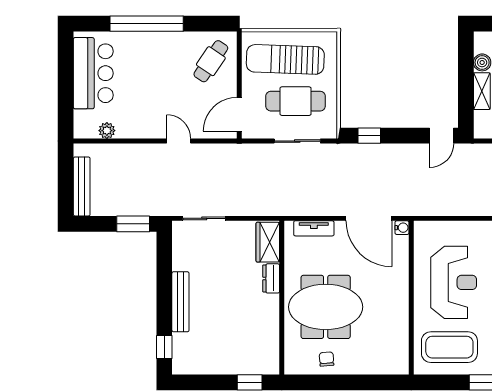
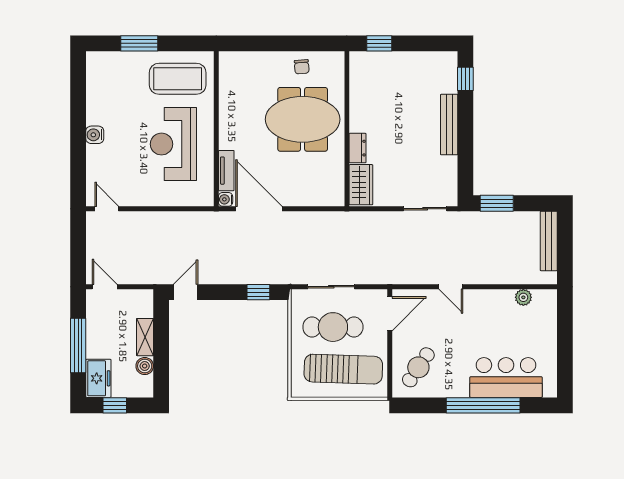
bar counter: (93, 73) -> (506, 377), moved, turned 90
tv unit: (314, 228) -> (226, 171), moved, turned 90

